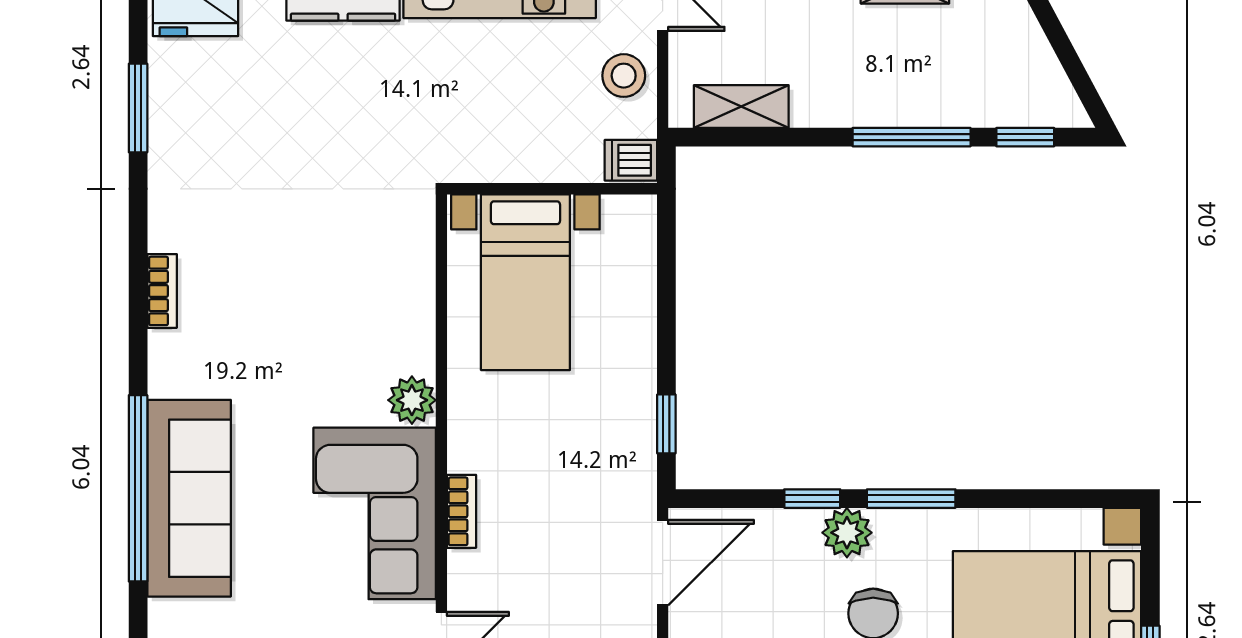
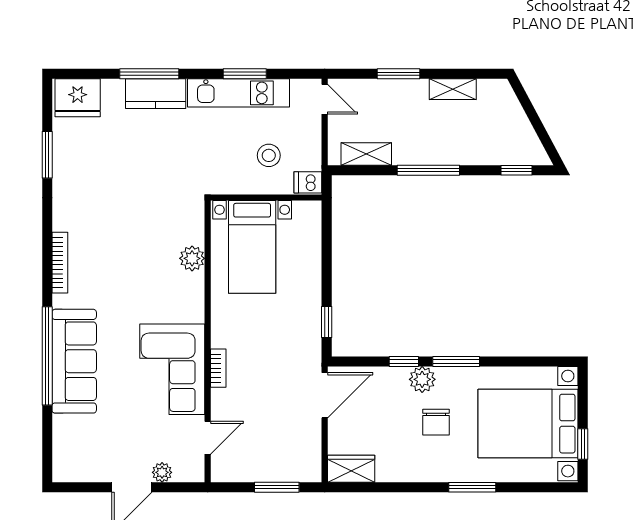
stool: (624, 76) -> (269, 155), moved
window: (912, 137) -> (428, 170), moved
bookcase: (162, 291) -> (60, 263), width x1.56
plant: (412, 400) -> (192, 258), moved

